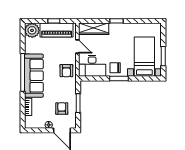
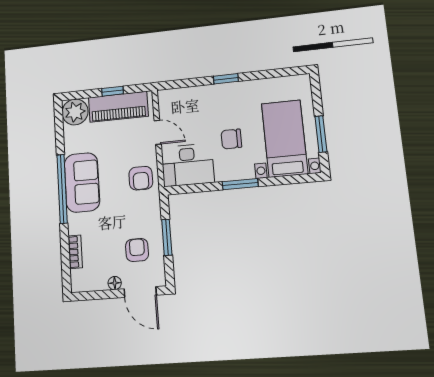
wardrobe: (94, 29) -> (185, 97), removed
chair: (115, 68) -> (231, 139), moved
sofa: (34, 76) -> (82, 182), width x0.73

